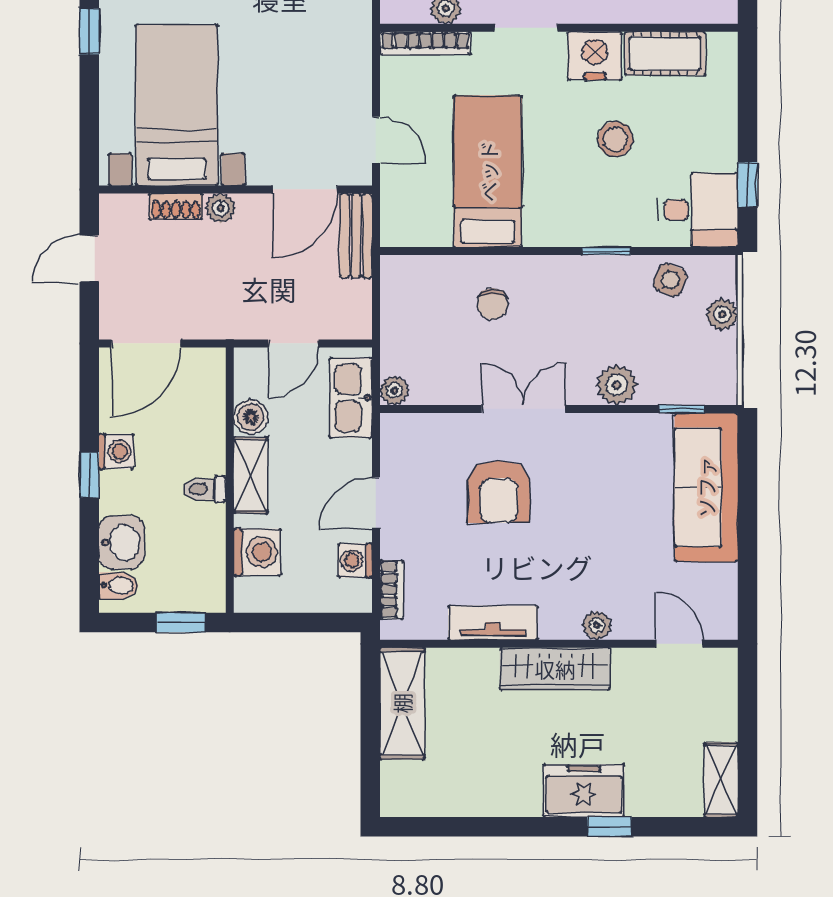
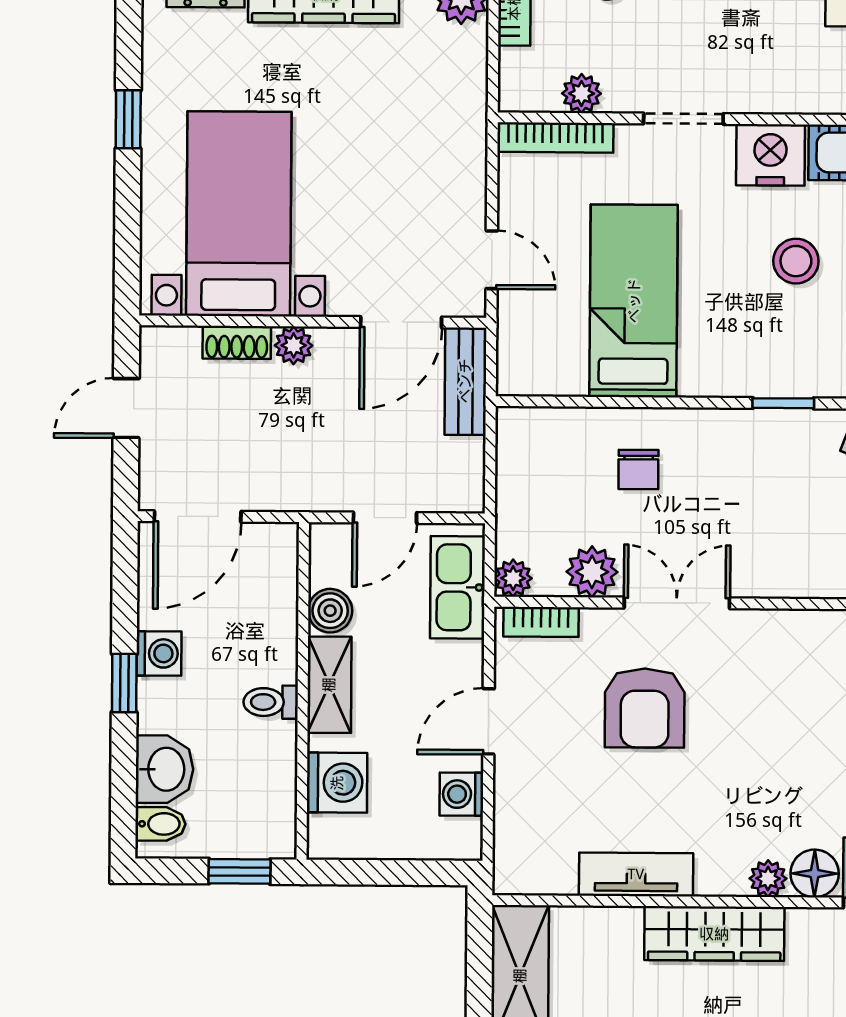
plant: (617, 385) -> (592, 572), moved
bookcase: (392, 590) -> (541, 622), moved, turned 90
floor lamp: (633, 621) -> (815, 873), added

